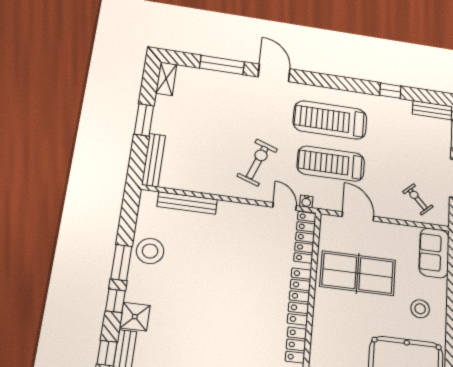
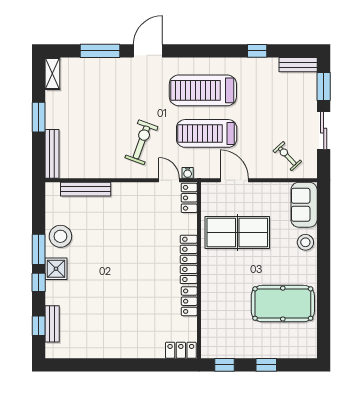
door: (274, 73) -> (148, 51), hinge flipped
locker: (305, 237) -> (189, 198), width x0.66
stool: (420, 309) -> (305, 242), moved
shower: (135, 317) -> (56, 269), moved

